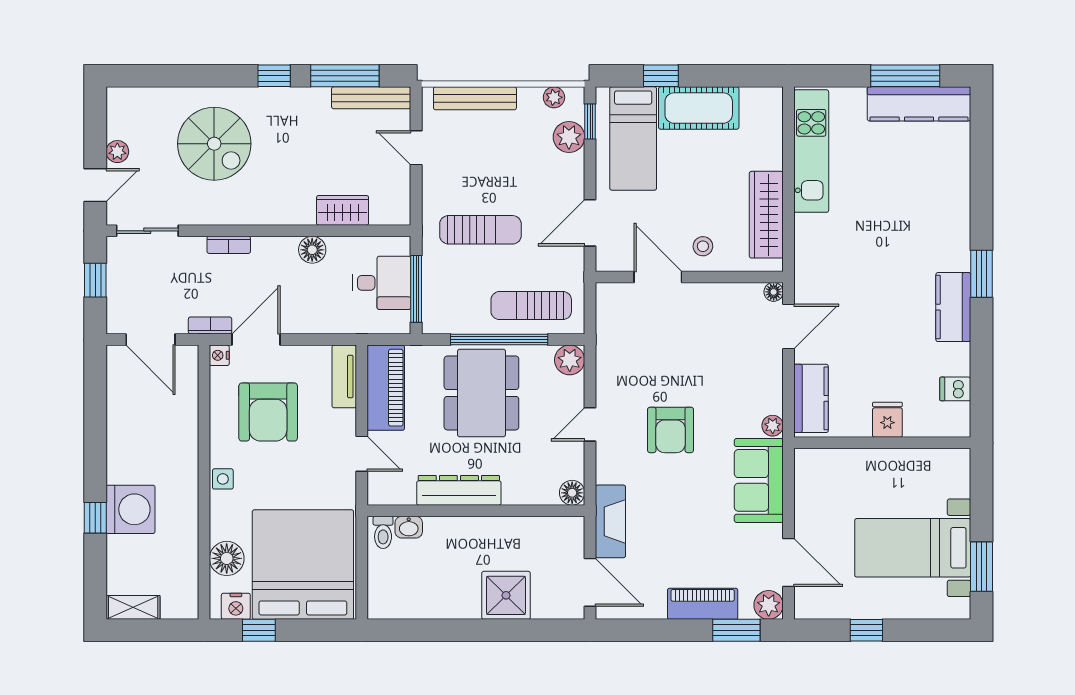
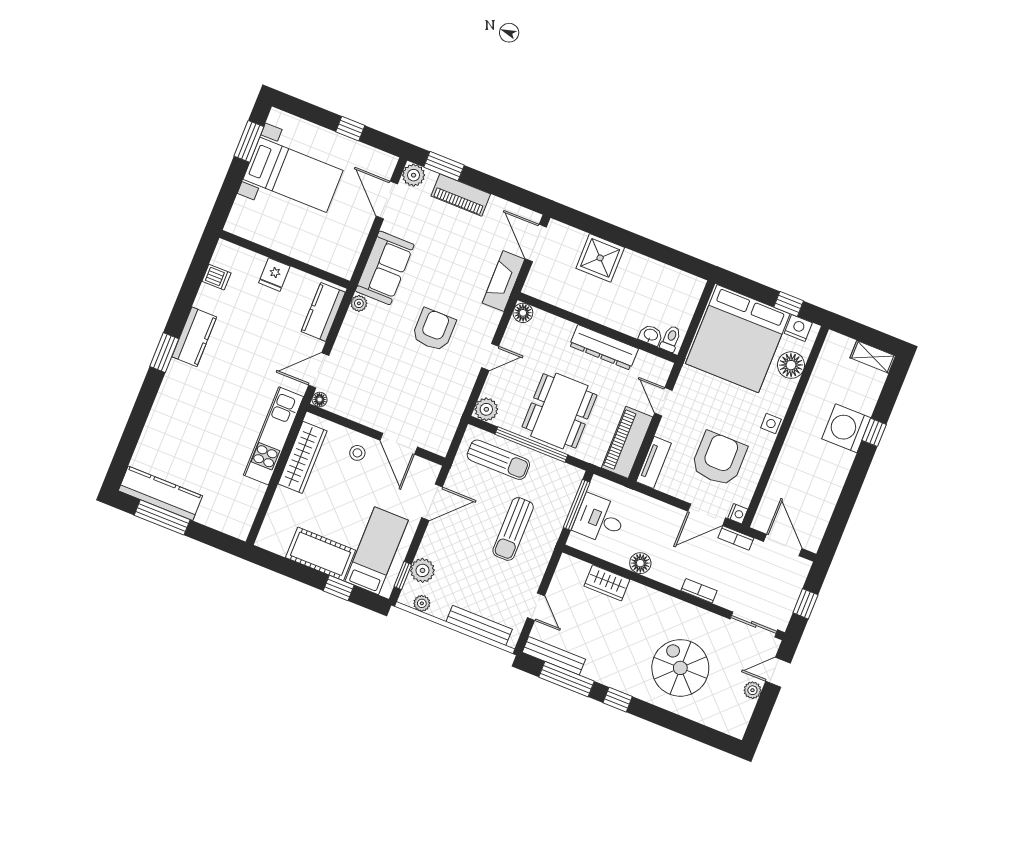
kitchen unit: (811, 151) -> (274, 436), moved
sun lounger: (480, 230) -> (513, 529), turned -90

